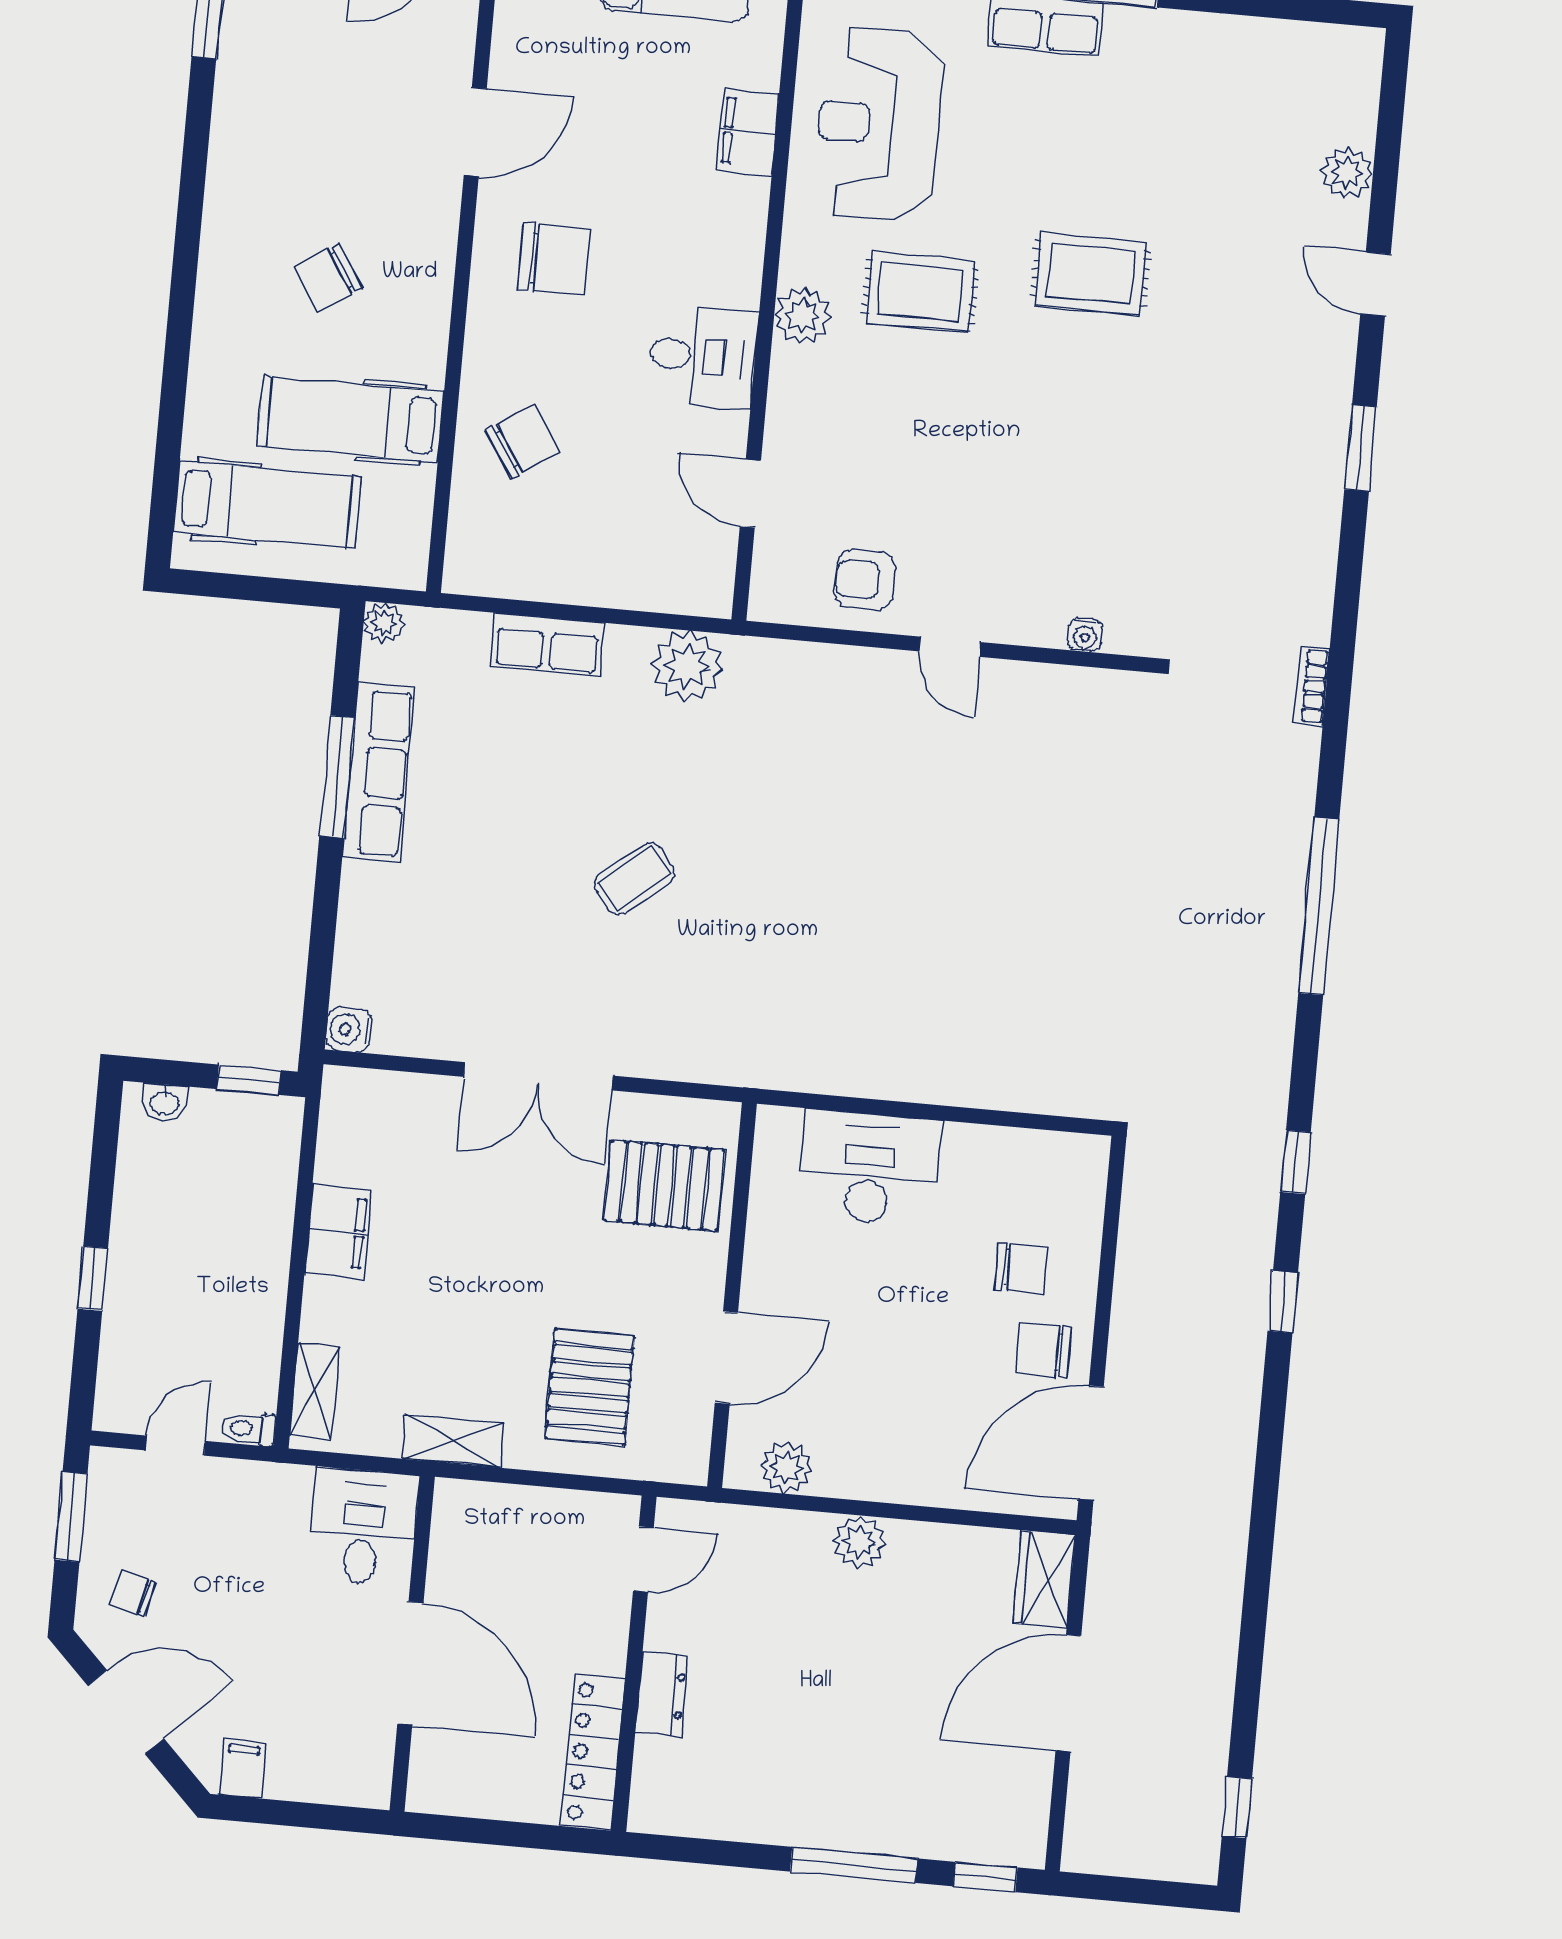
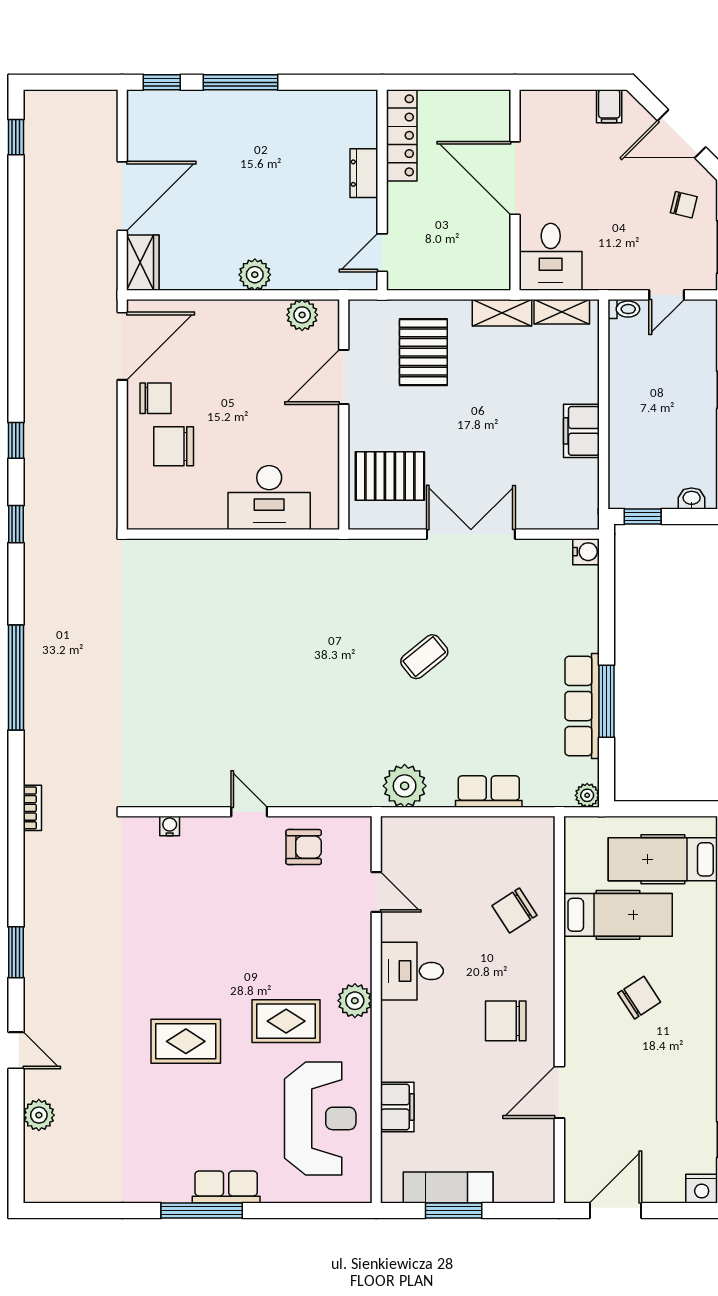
chair: (1021, 1268) -> (174, 446), width x1.37, depth x1.37
shelving: (315, 1391) -> (562, 312), moved, turned 90

